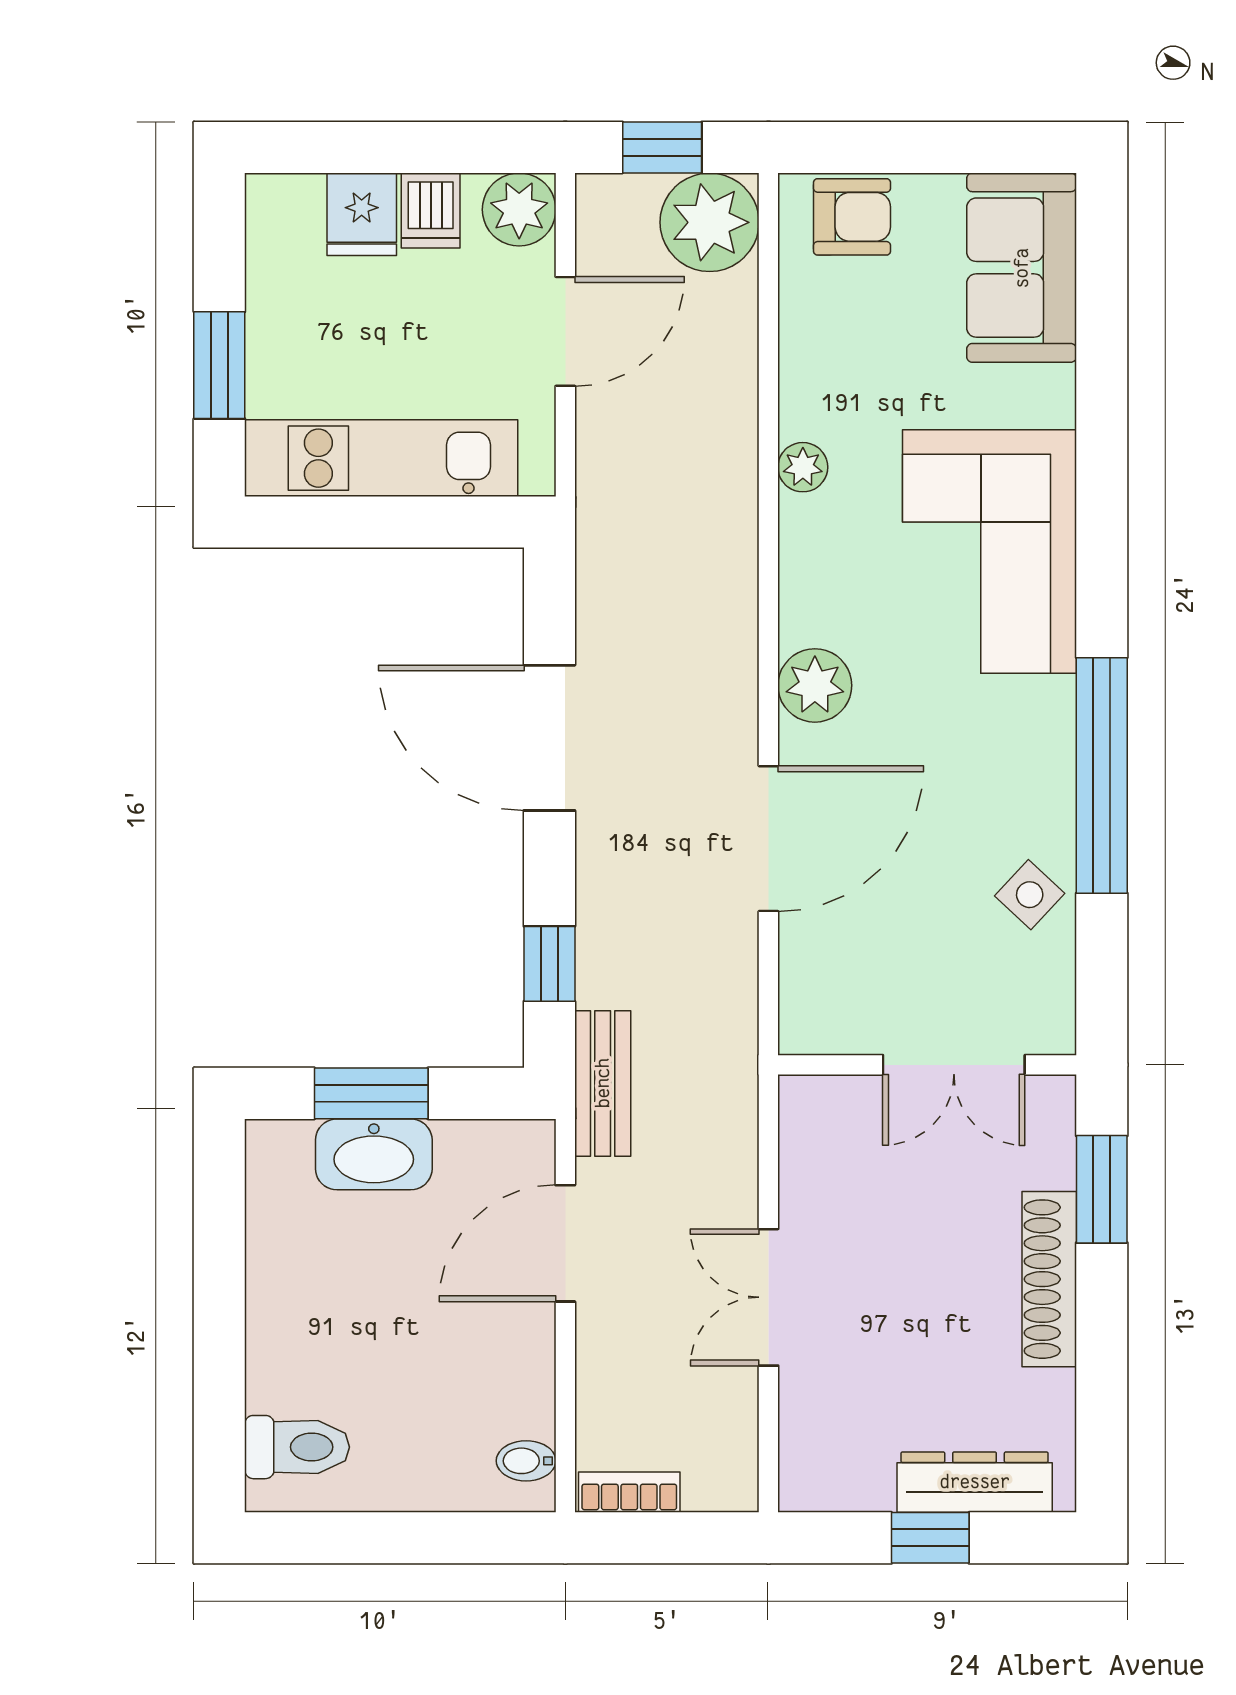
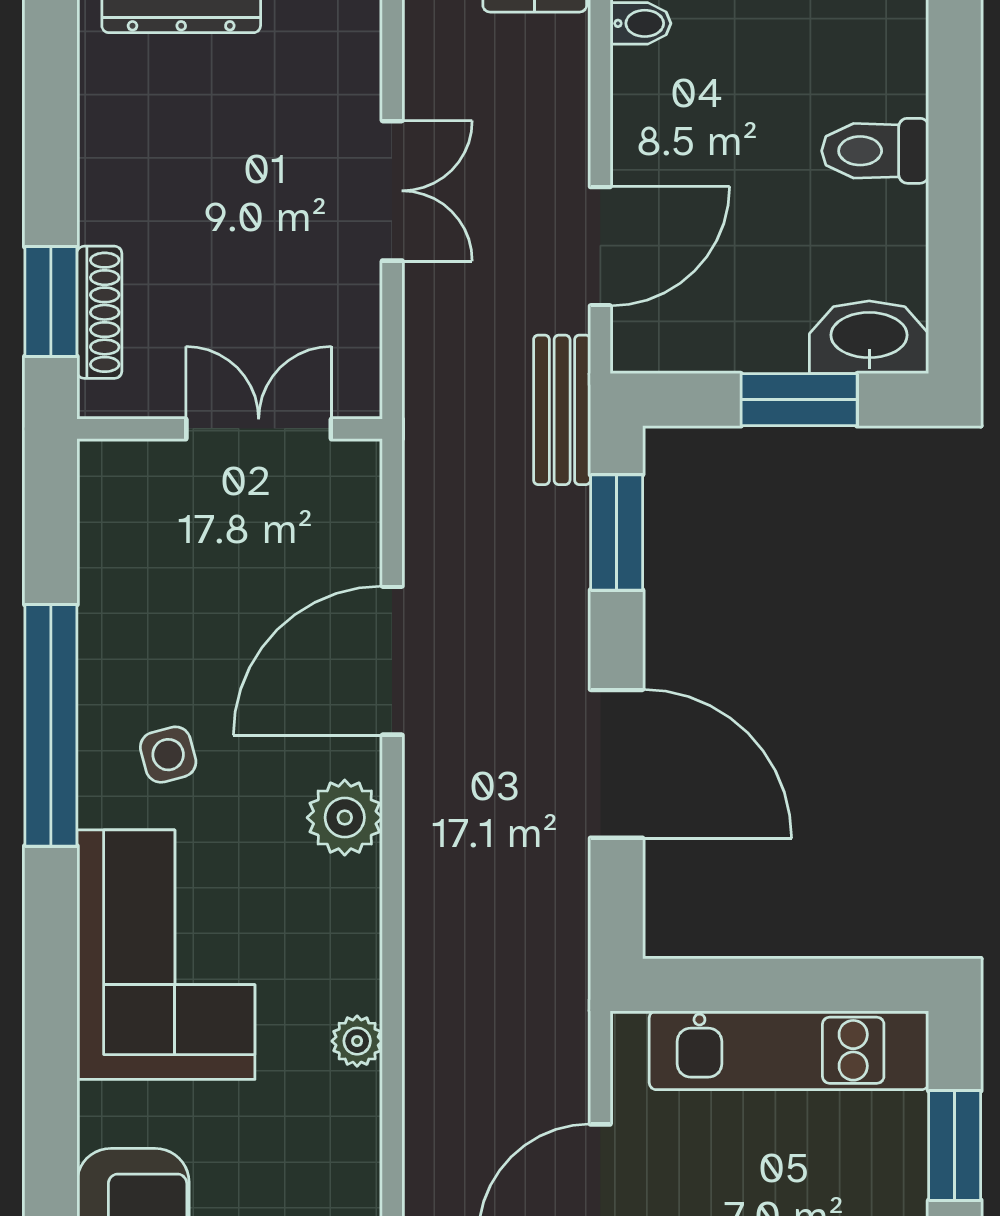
side table: (1030, 895) -> (168, 755), moved, turned 32
window: (549, 964) -> (617, 532), width x1.50
double door: (954, 1065) -> (259, 429), moved
washbasin: (374, 1154) -> (869, 337), moved
shoe rack: (1049, 1279) -> (99, 312), moved, width x0.74, depth x0.81
toilet: (297, 1447) -> (875, 151), moved

